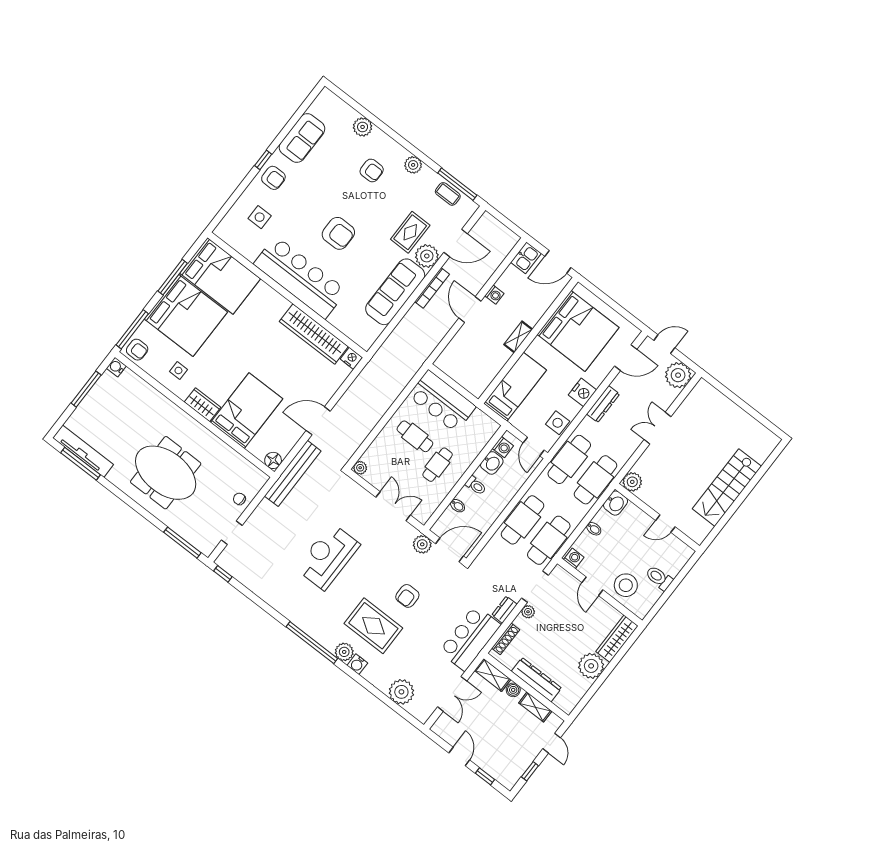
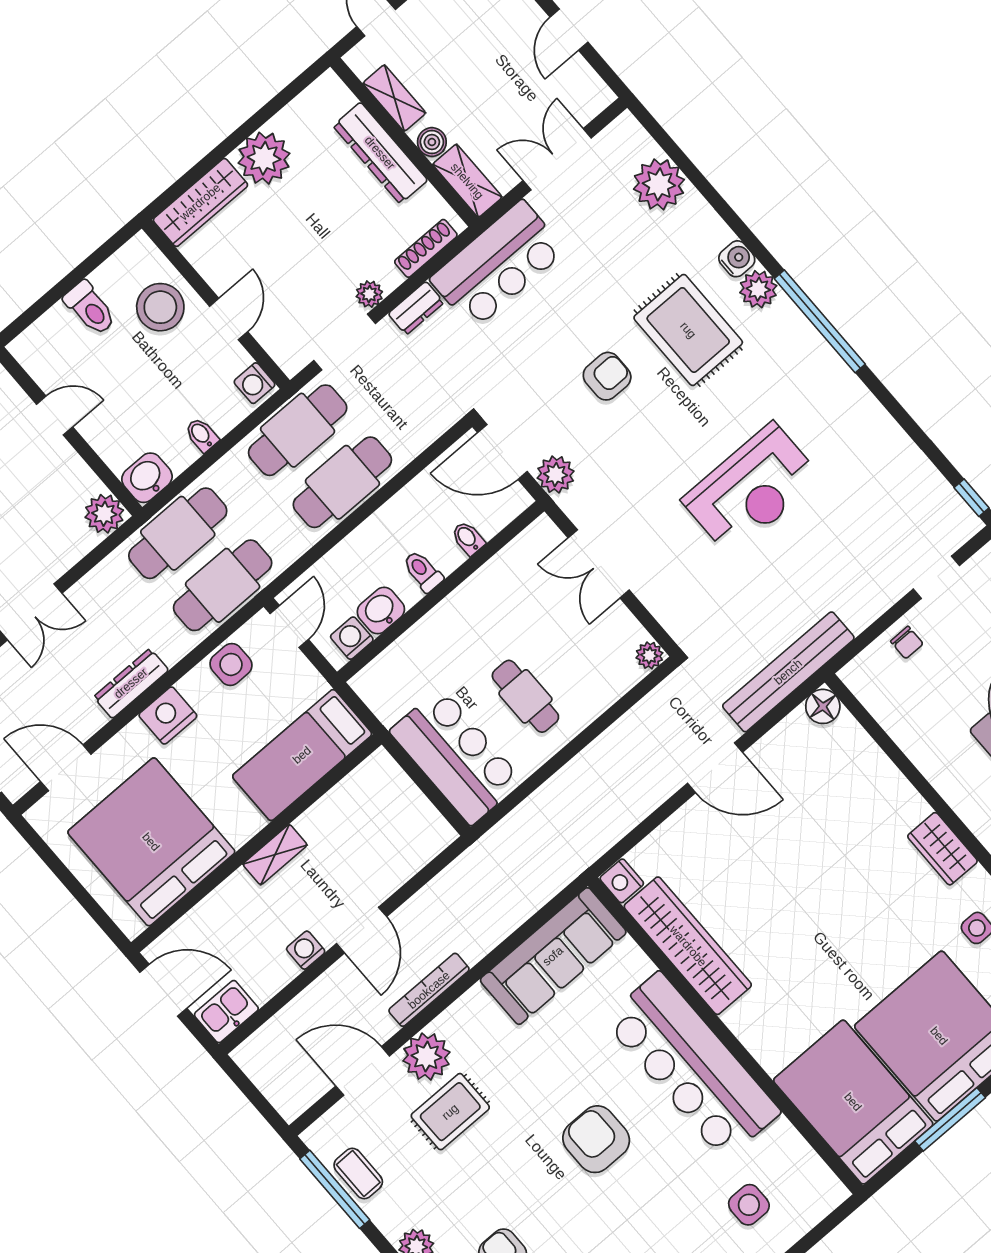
sofa: (395, 292) -> (553, 956), moved
bed: (247, 411) -> (856, 818), removed
cafe table: (438, 465) -> (491, 630), removed

